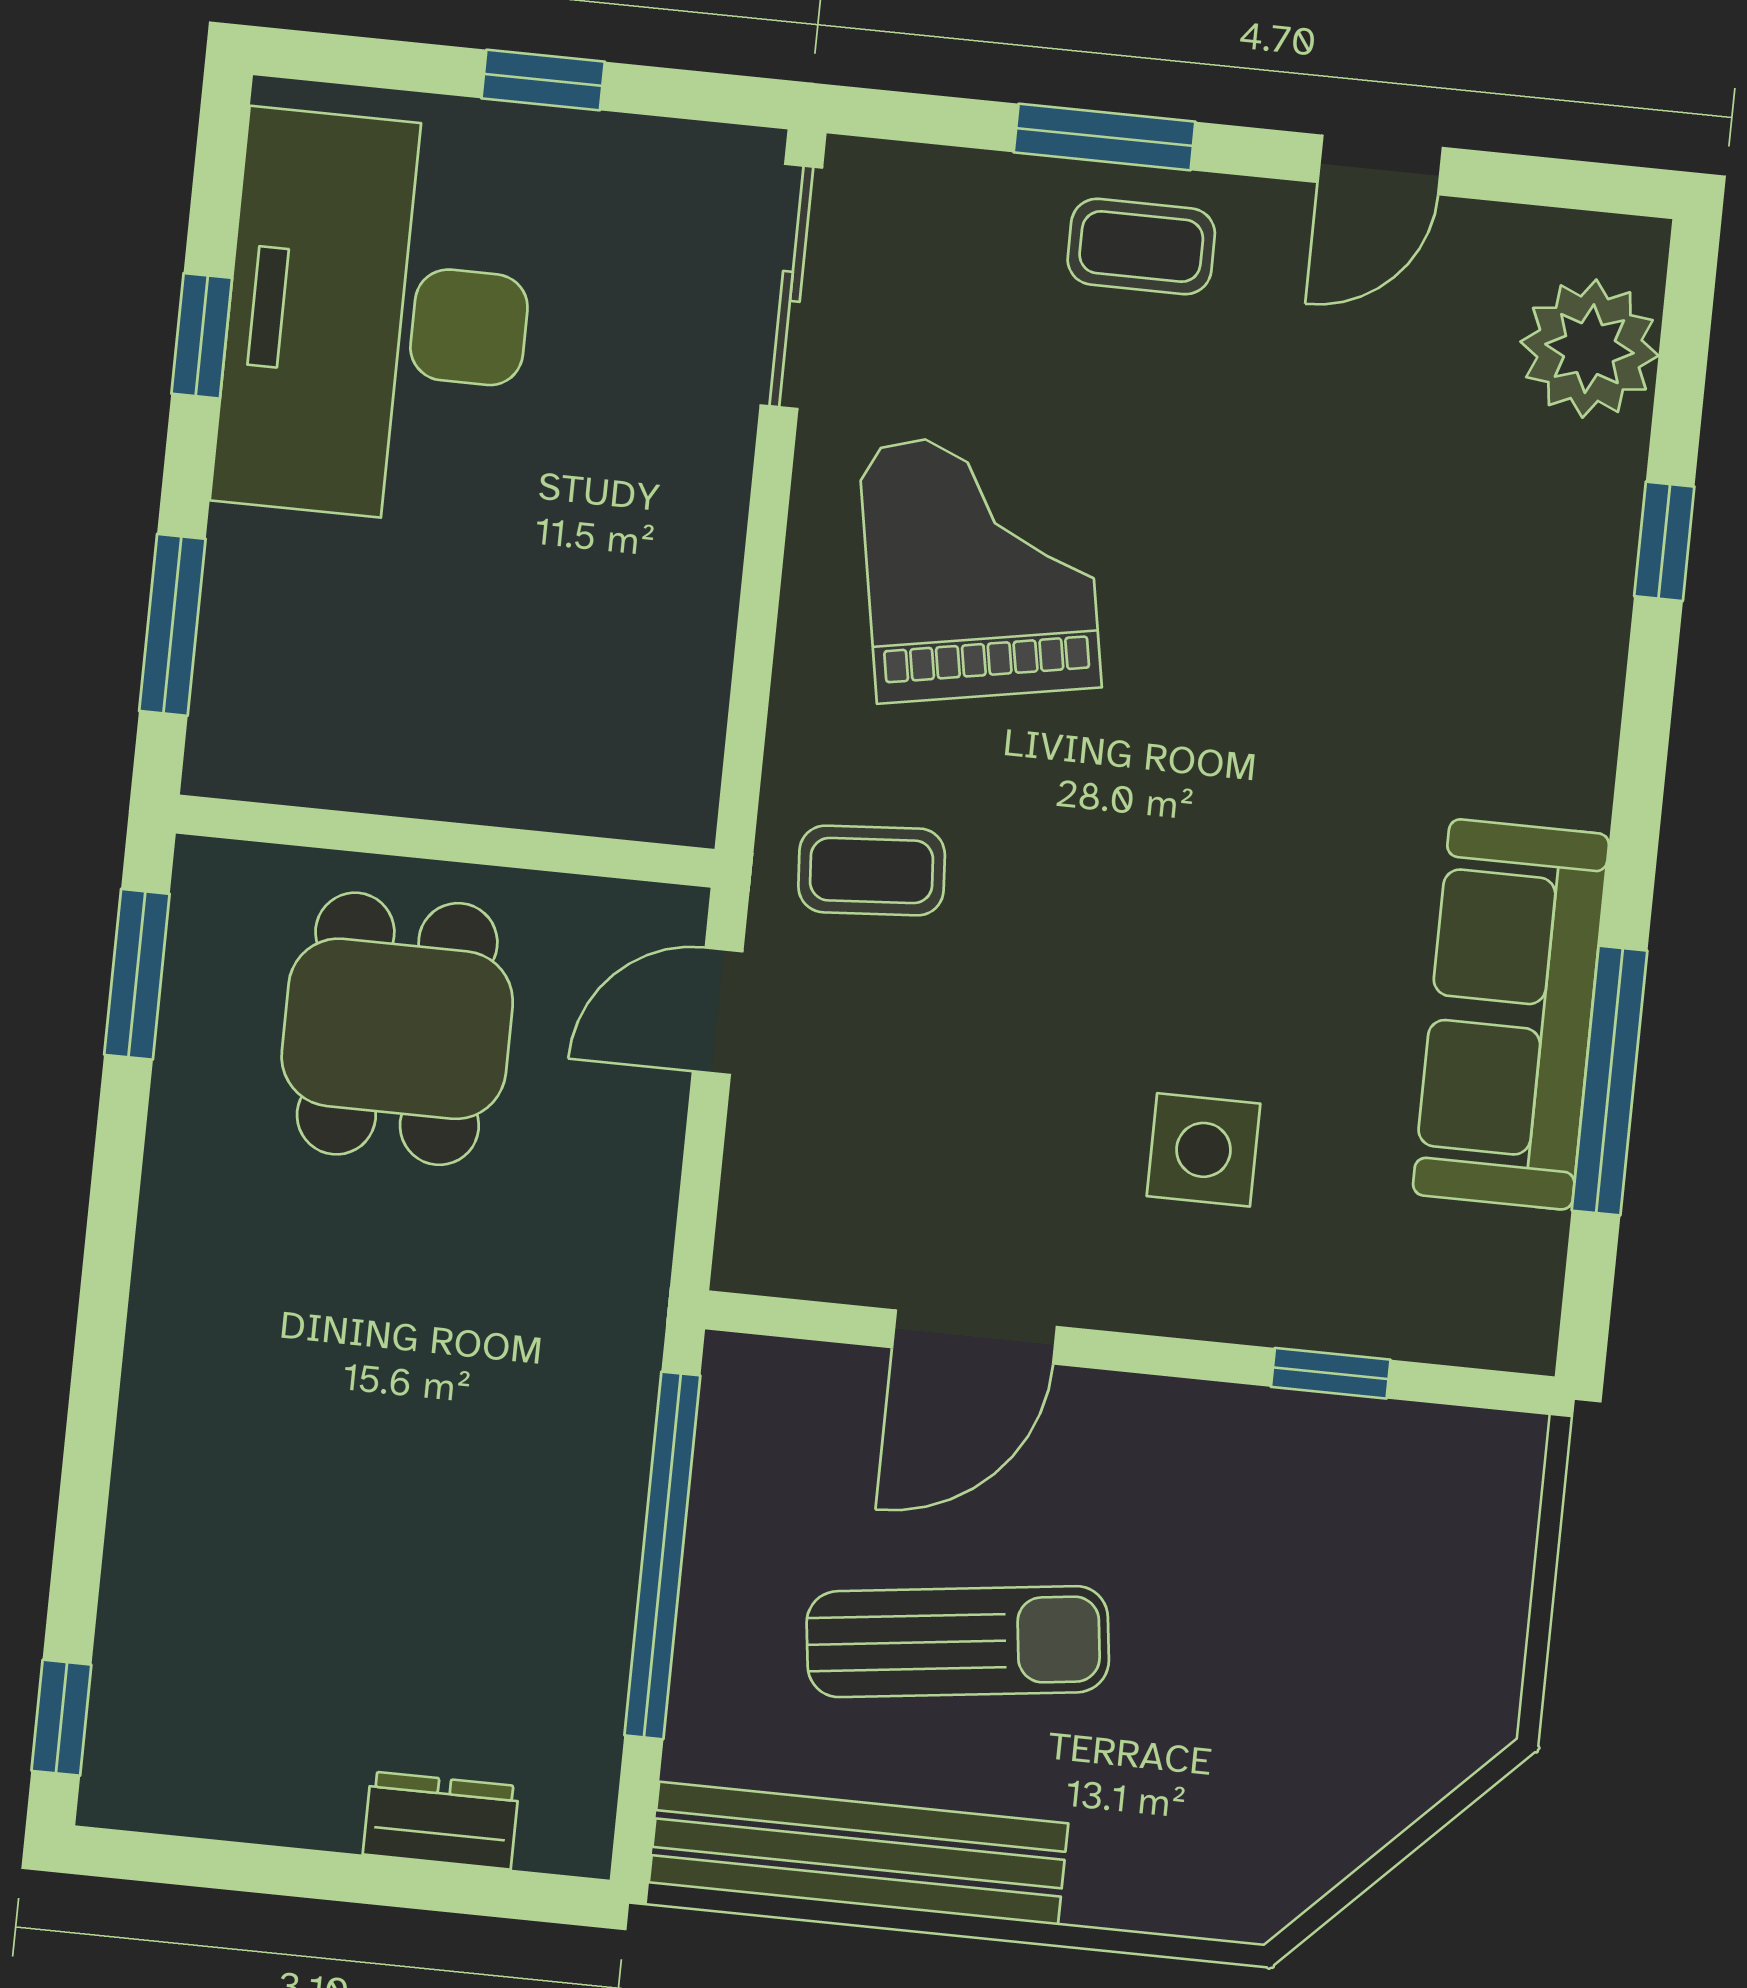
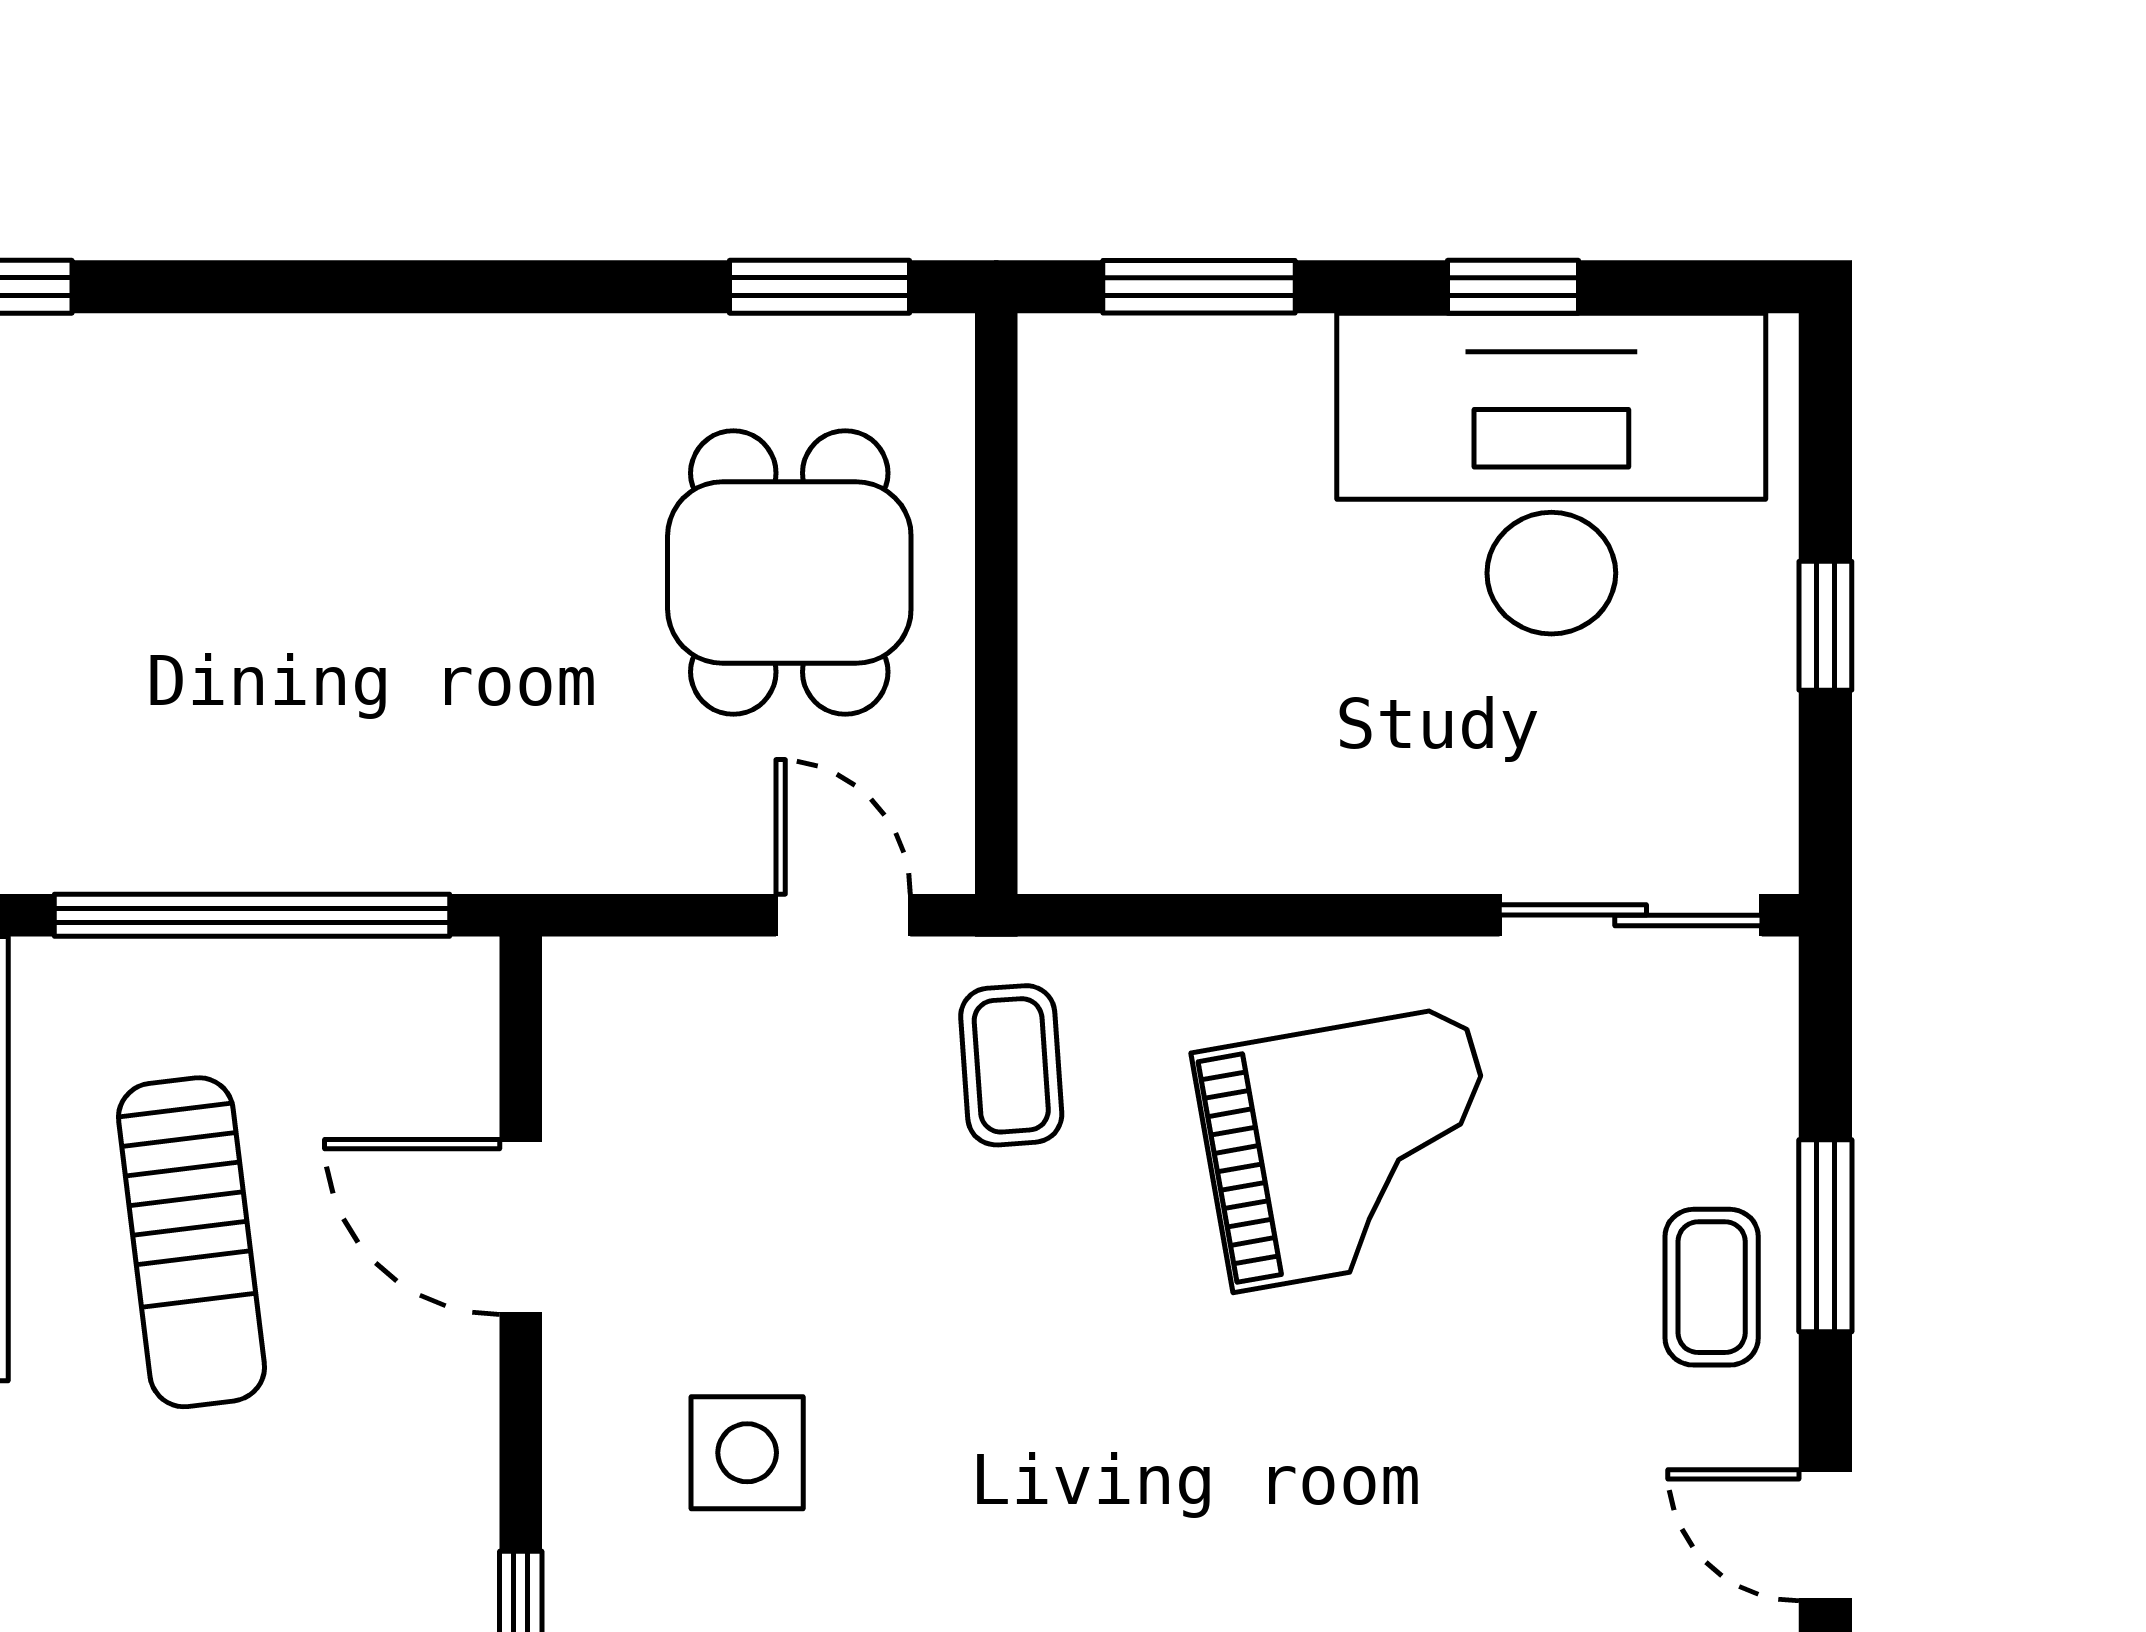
dining table: (397, 1029) -> (789, 573), turned 90

